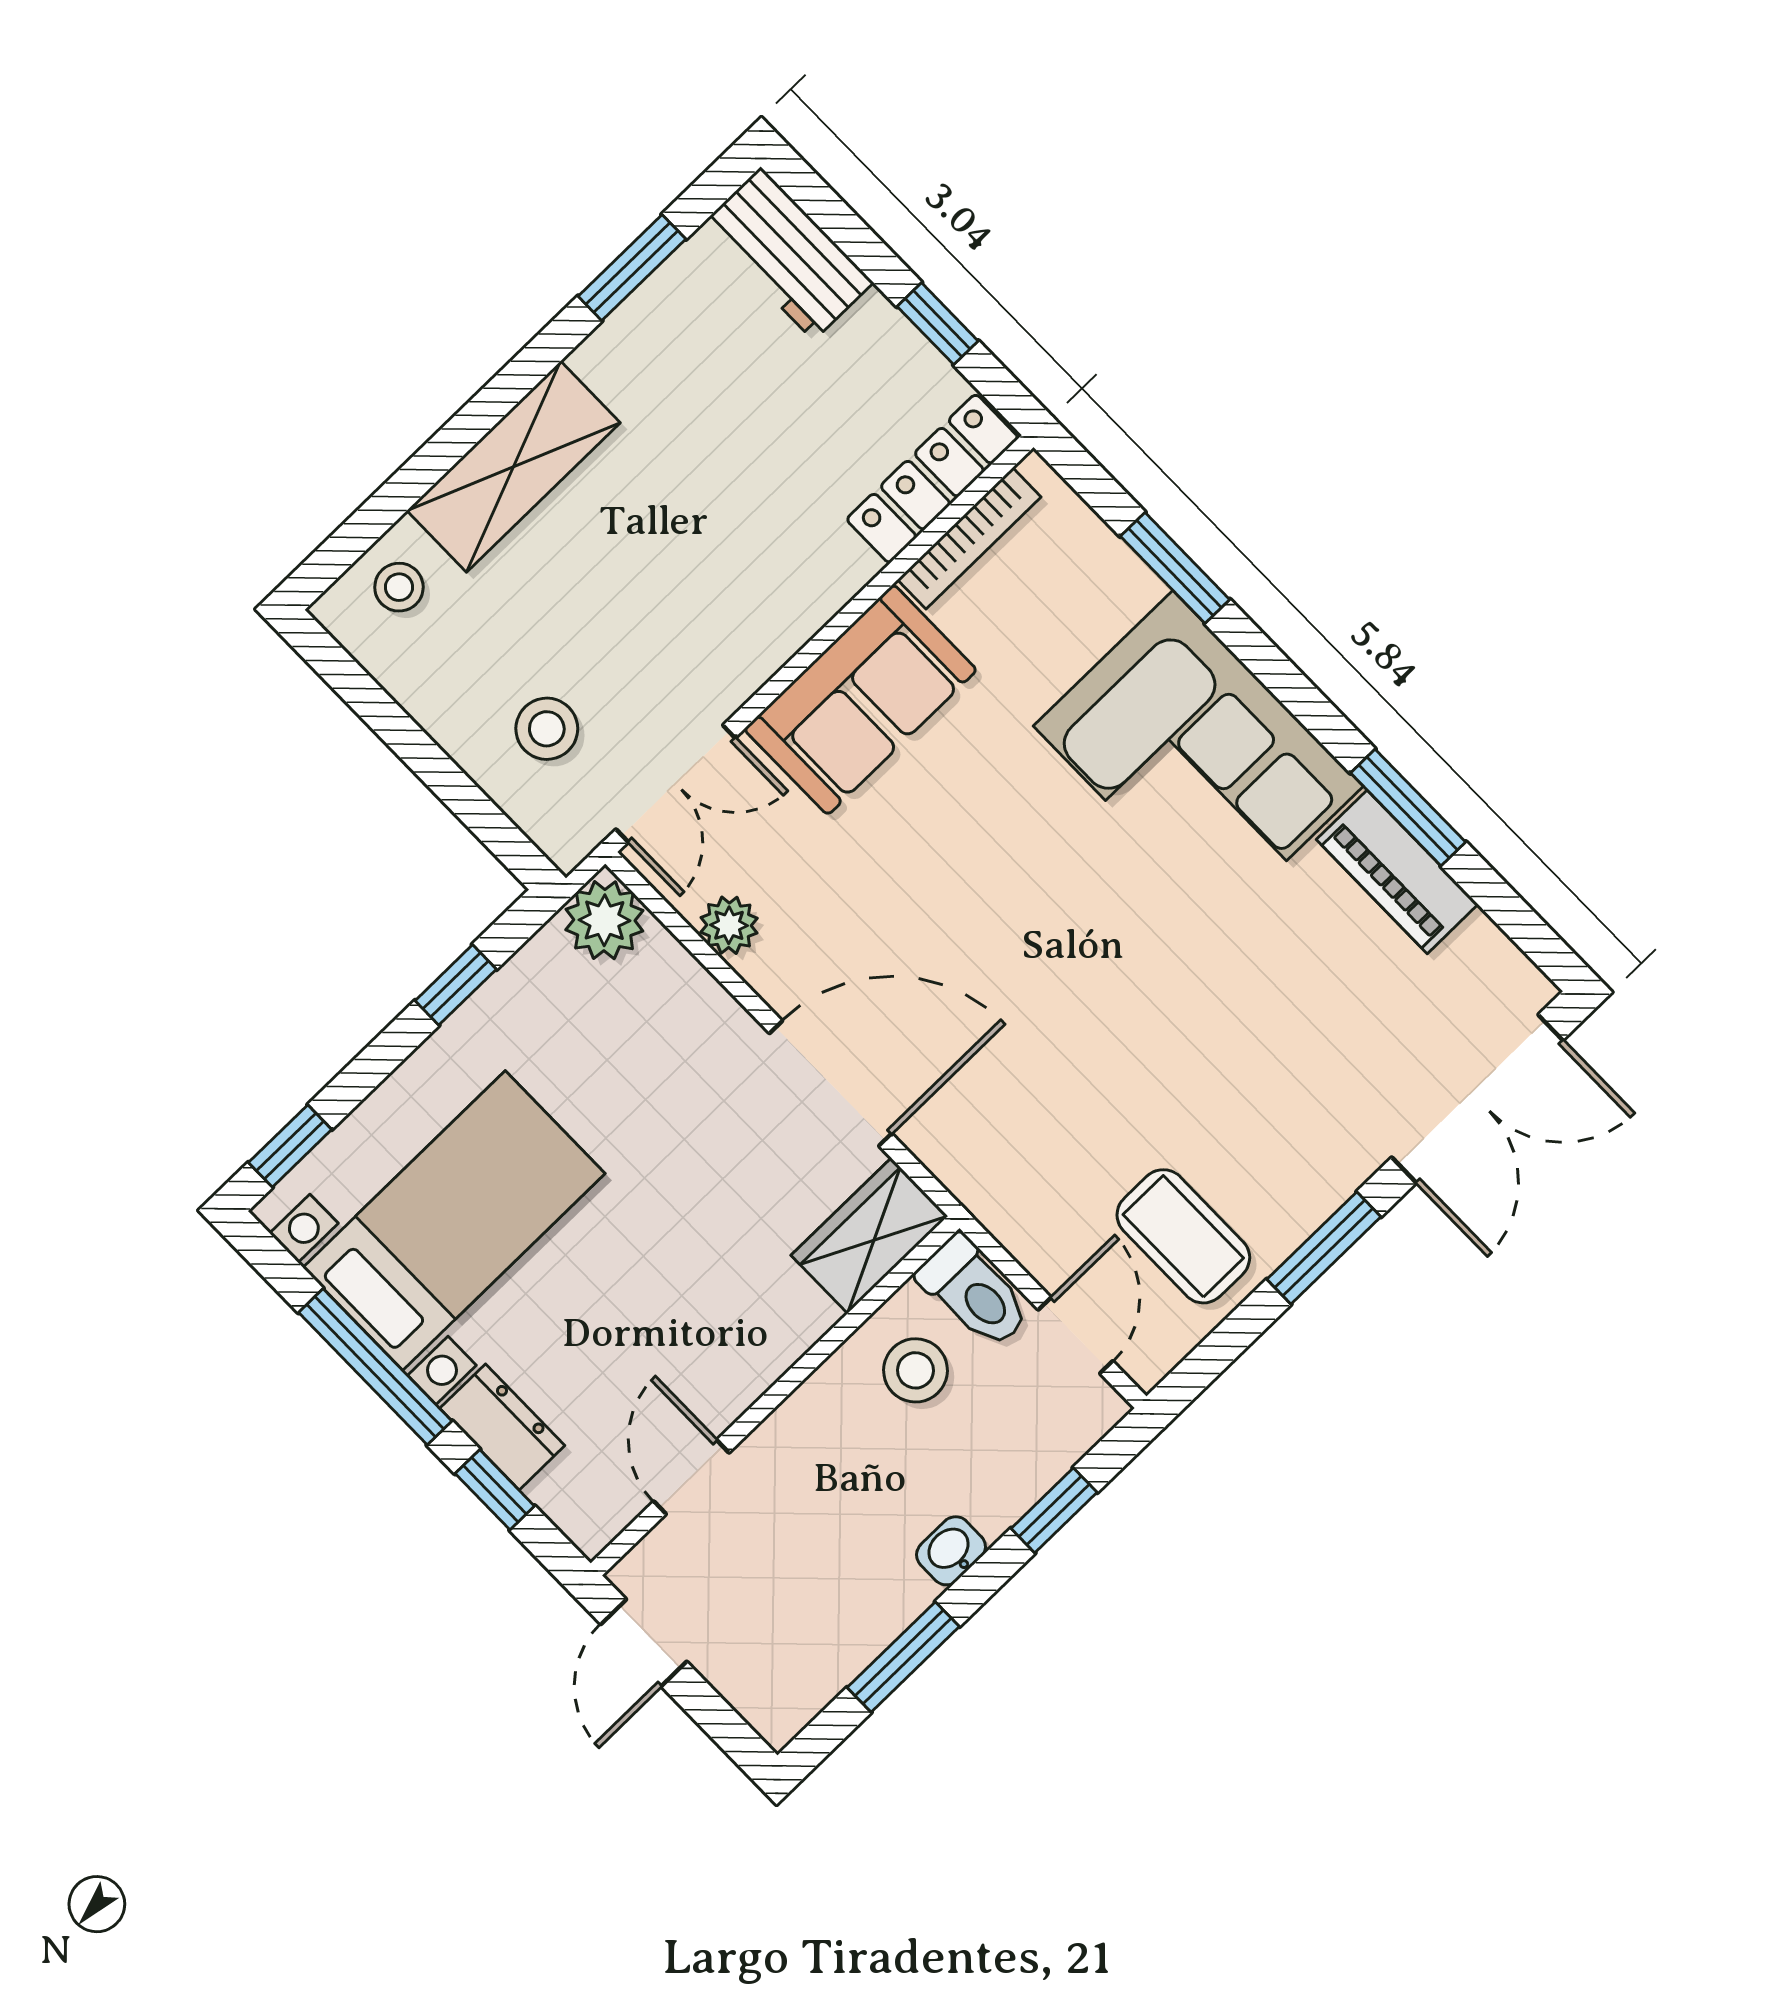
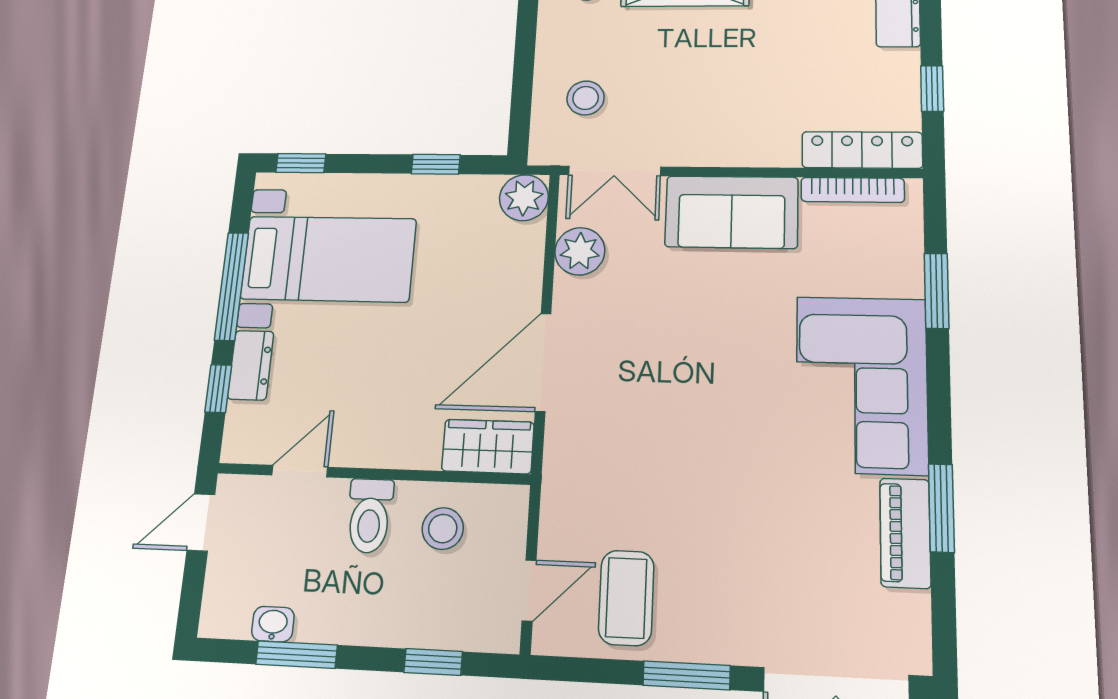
plant: (729, 925) -> (580, 251), width x1.38, depth x1.38
door: (831, 1083) -> (543, 362), swing flipped
toilet: (974, 1292) -> (370, 516), moved
washbasin: (951, 1551) -> (273, 624), moved

